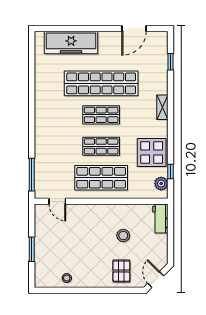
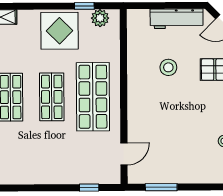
window: (32, 175) -> (89, 188), width x0.46
workbench: (160, 219) -> (177, 19), moved, width x1.38
window: (32, 249) -> (161, 187), moved

